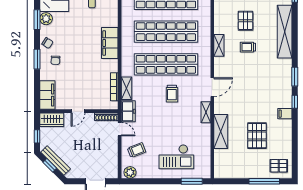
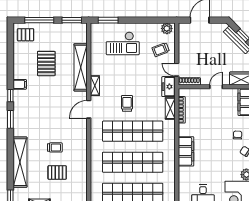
pallet: (246, 21) -> (57, 172), turned 90
shelving: (219, 45) -> (82, 149), removed
shelving: (221, 131) -> (81, 67), width x1.47
checkout: (176, 157) -> (123, 43), turned 180
window: (230, 181) -> (72, 20), added

